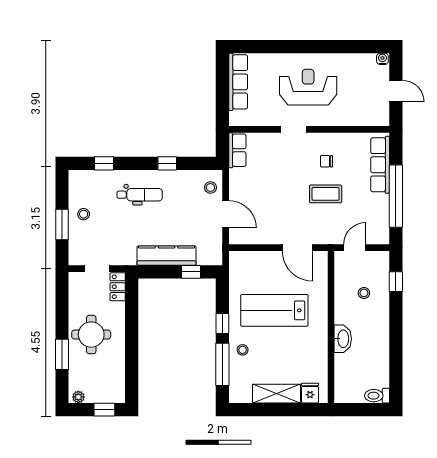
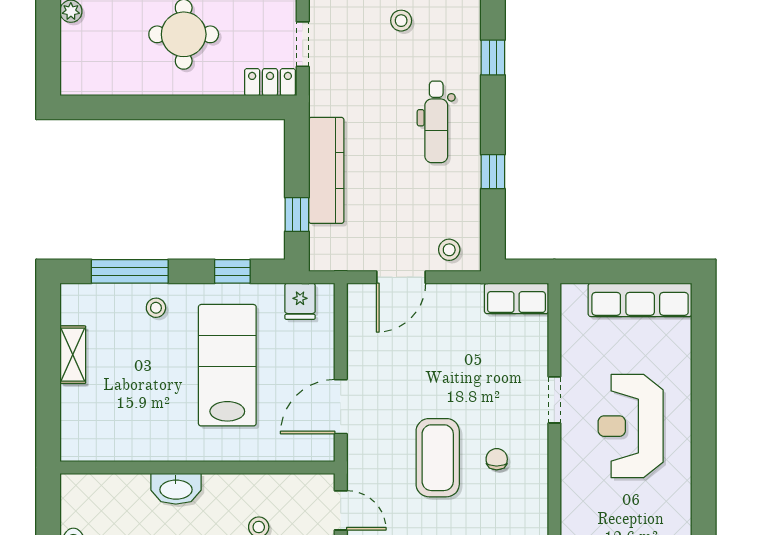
reception desk: (308, 87) -> (631, 426), turned 180
coffee table: (326, 194) -> (438, 458), width x1.36, depth x1.32
window: (222, 323) -> (232, 271), moved
fridge: (310, 393) -> (300, 301), moved, turned 90
shelving: (276, 394) -> (73, 355), width x0.67, depth x0.75
window: (104, 410) -> (48, 58), removed

